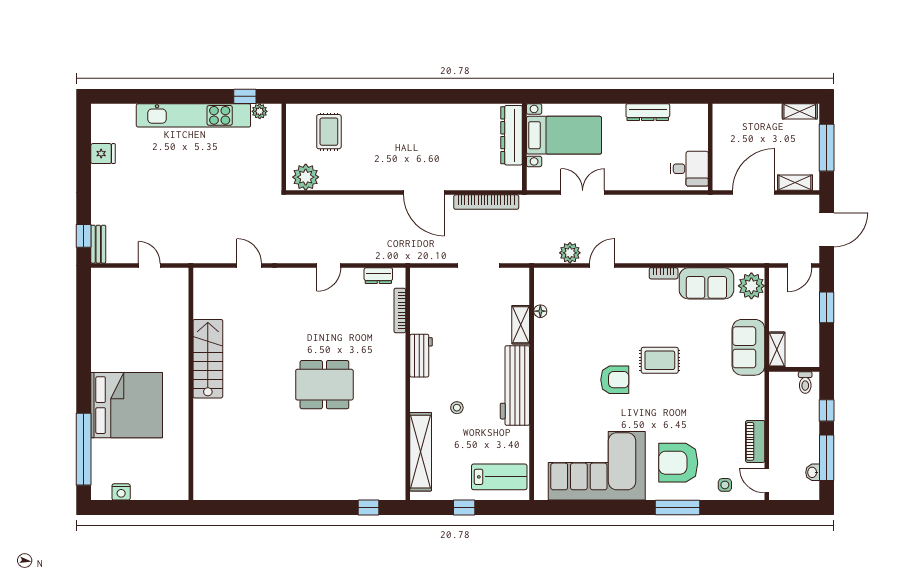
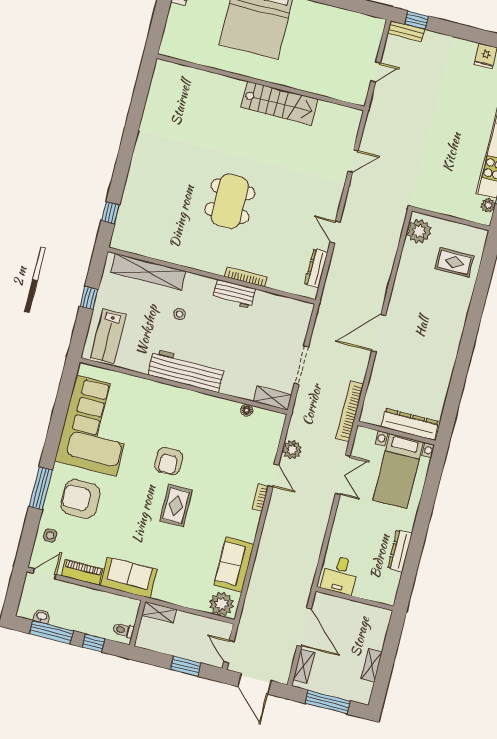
shelving: (800, 111) -> (372, 665), moved
bookcase: (486, 202) -> (350, 411), moved
bookcase: (664, 273) -> (260, 498), moved
dresser: (378, 276) -> (316, 268), width x1.44
bookcase: (400, 311) -> (246, 277), moved
shelving: (521, 325) -> (273, 398), moved
sofa: (748, 347) -> (129, 578), moved
armchair: (678, 463) -> (81, 499), turned -90

